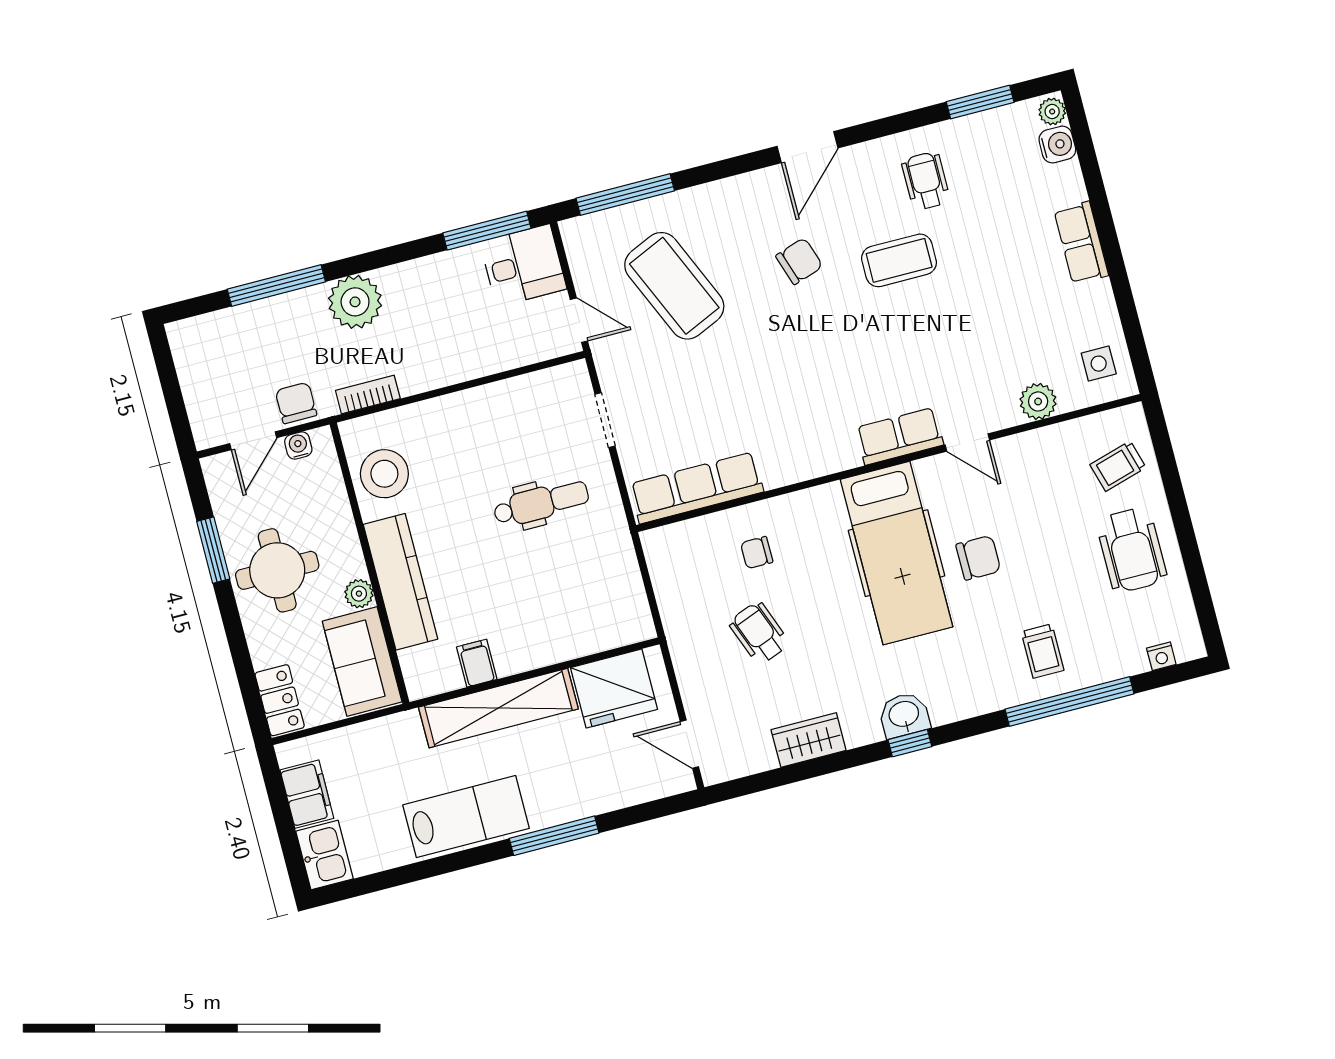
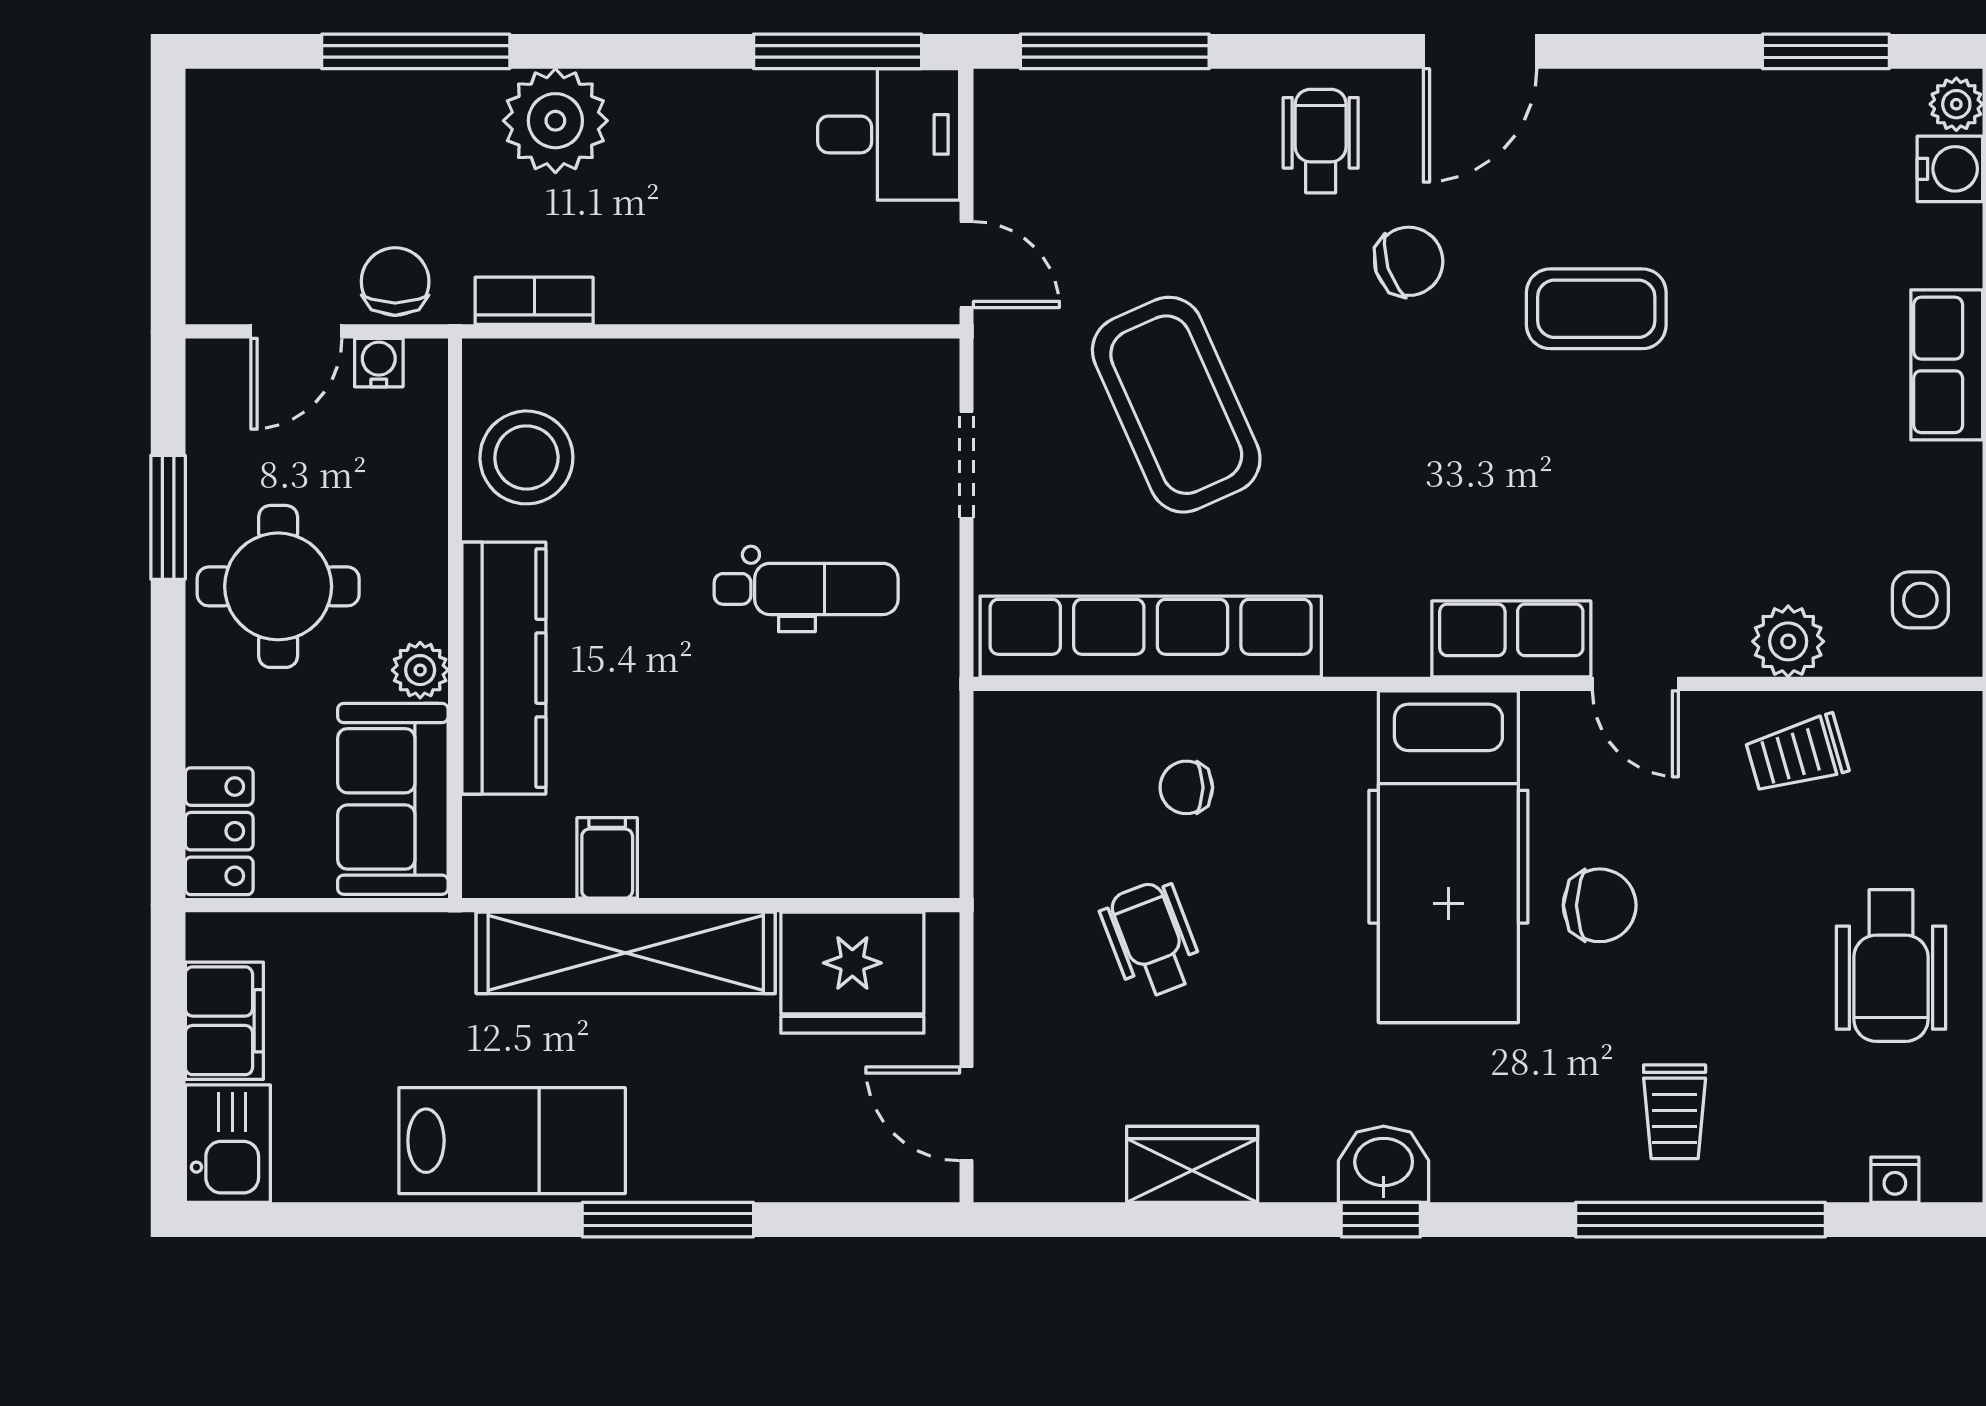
wheelchair: (926, 181) -> (1321, 141), moved
coffee table: (674, 286) -> (1176, 405), moved
trolley: (1118, 466) -> (1797, 754), moved
row of seats: (696, 488) -> (1151, 637), width x1.36

